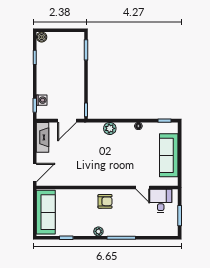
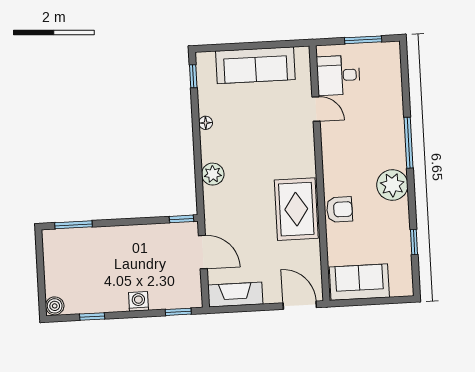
washing machine: (42, 100) -> (138, 301), moved
rug: (88, 174) -> (296, 209), added
door: (143, 188) -> (316, 109), hinge flipped
armchair: (105, 201) -> (339, 209), moved, turned 90
sofa: (46, 212) -> (359, 282), width x0.73
plant: (98, 231) -> (392, 185), width x1.88, depth x1.88

